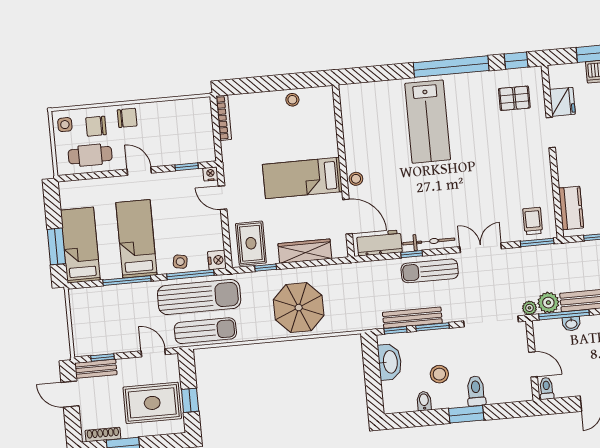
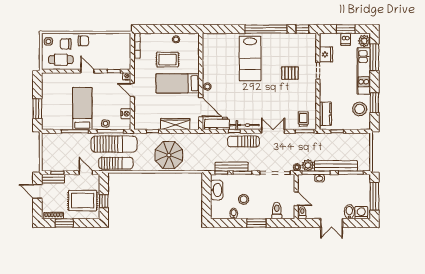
pallet: (514, 98) -> (290, 73), moved
rug: (251, 243) -> (167, 60), moved, turned 90
bed: (80, 245) -> (51, 109), removed
nightstand: (217, 260) -> (126, 114), moved
toilet: (476, 391) -> (277, 211), moved

